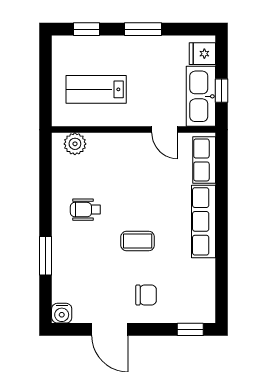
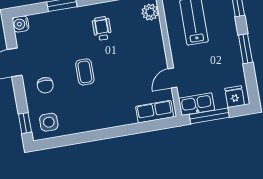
window: (221, 91) -> (209, 116), width x2.17
kitchen sink: (201, 96) -> (197, 104), width x0.73, depth x0.81
row of seats: (204, 221) -> (108, 119), removed
side table: (194, 298) -> (49, 122), added

